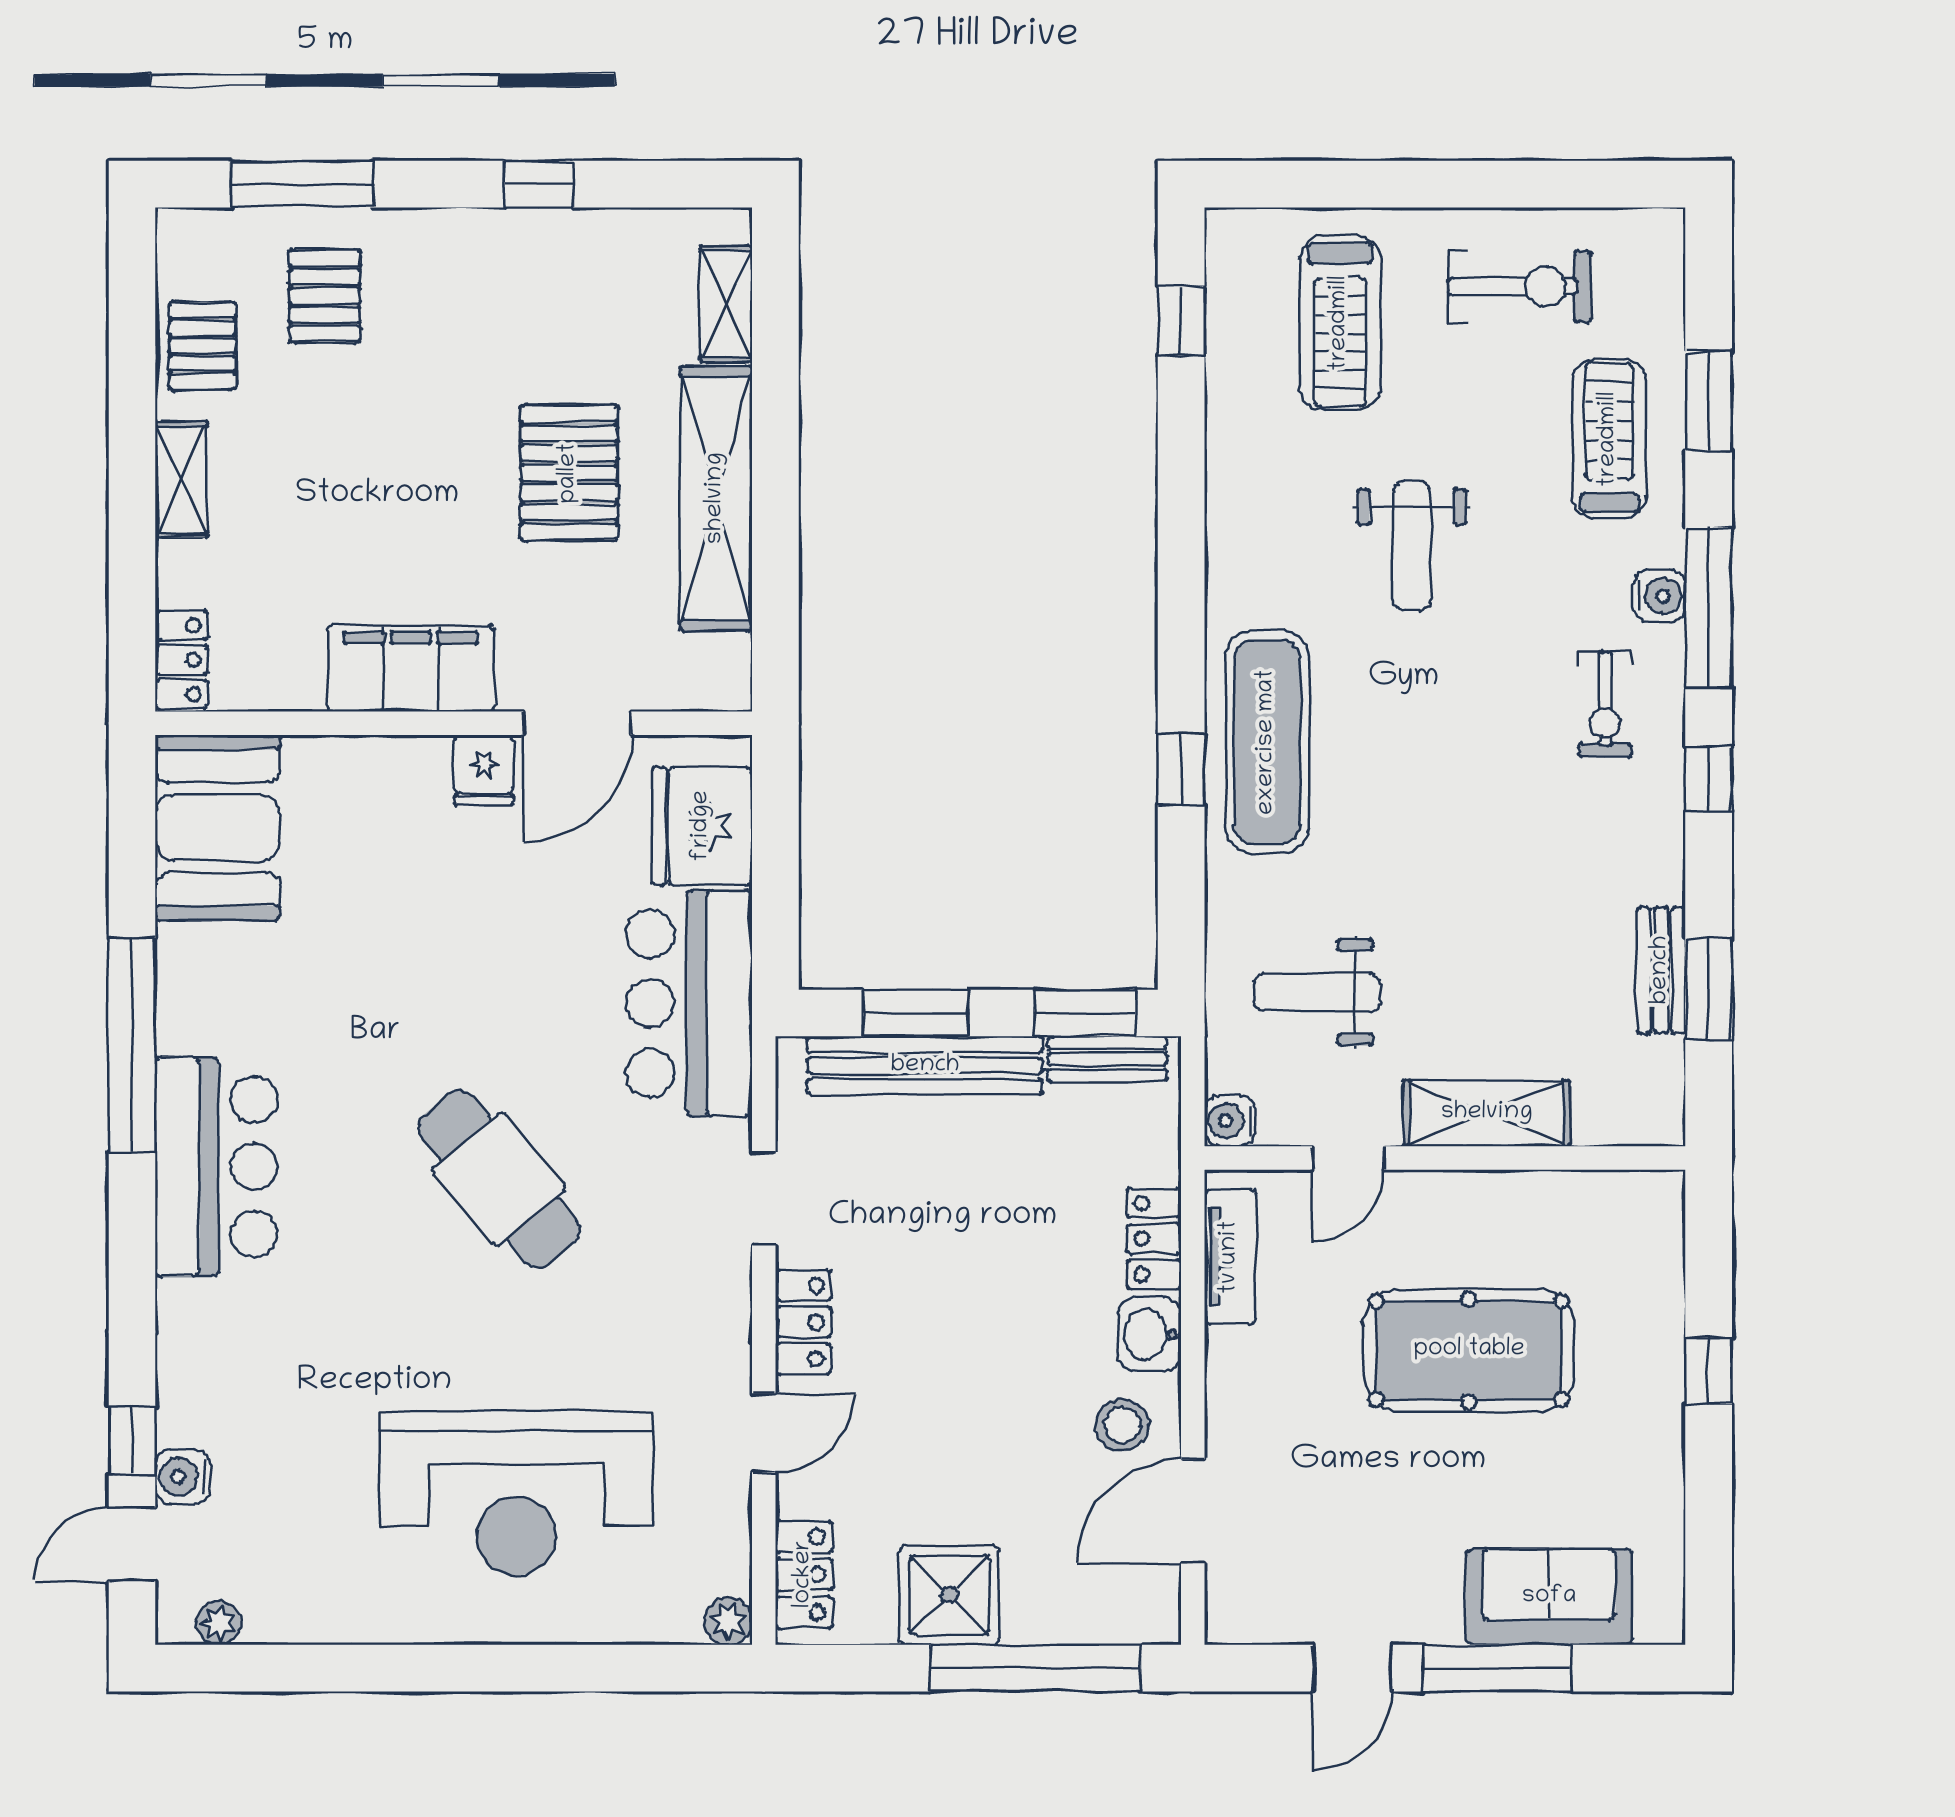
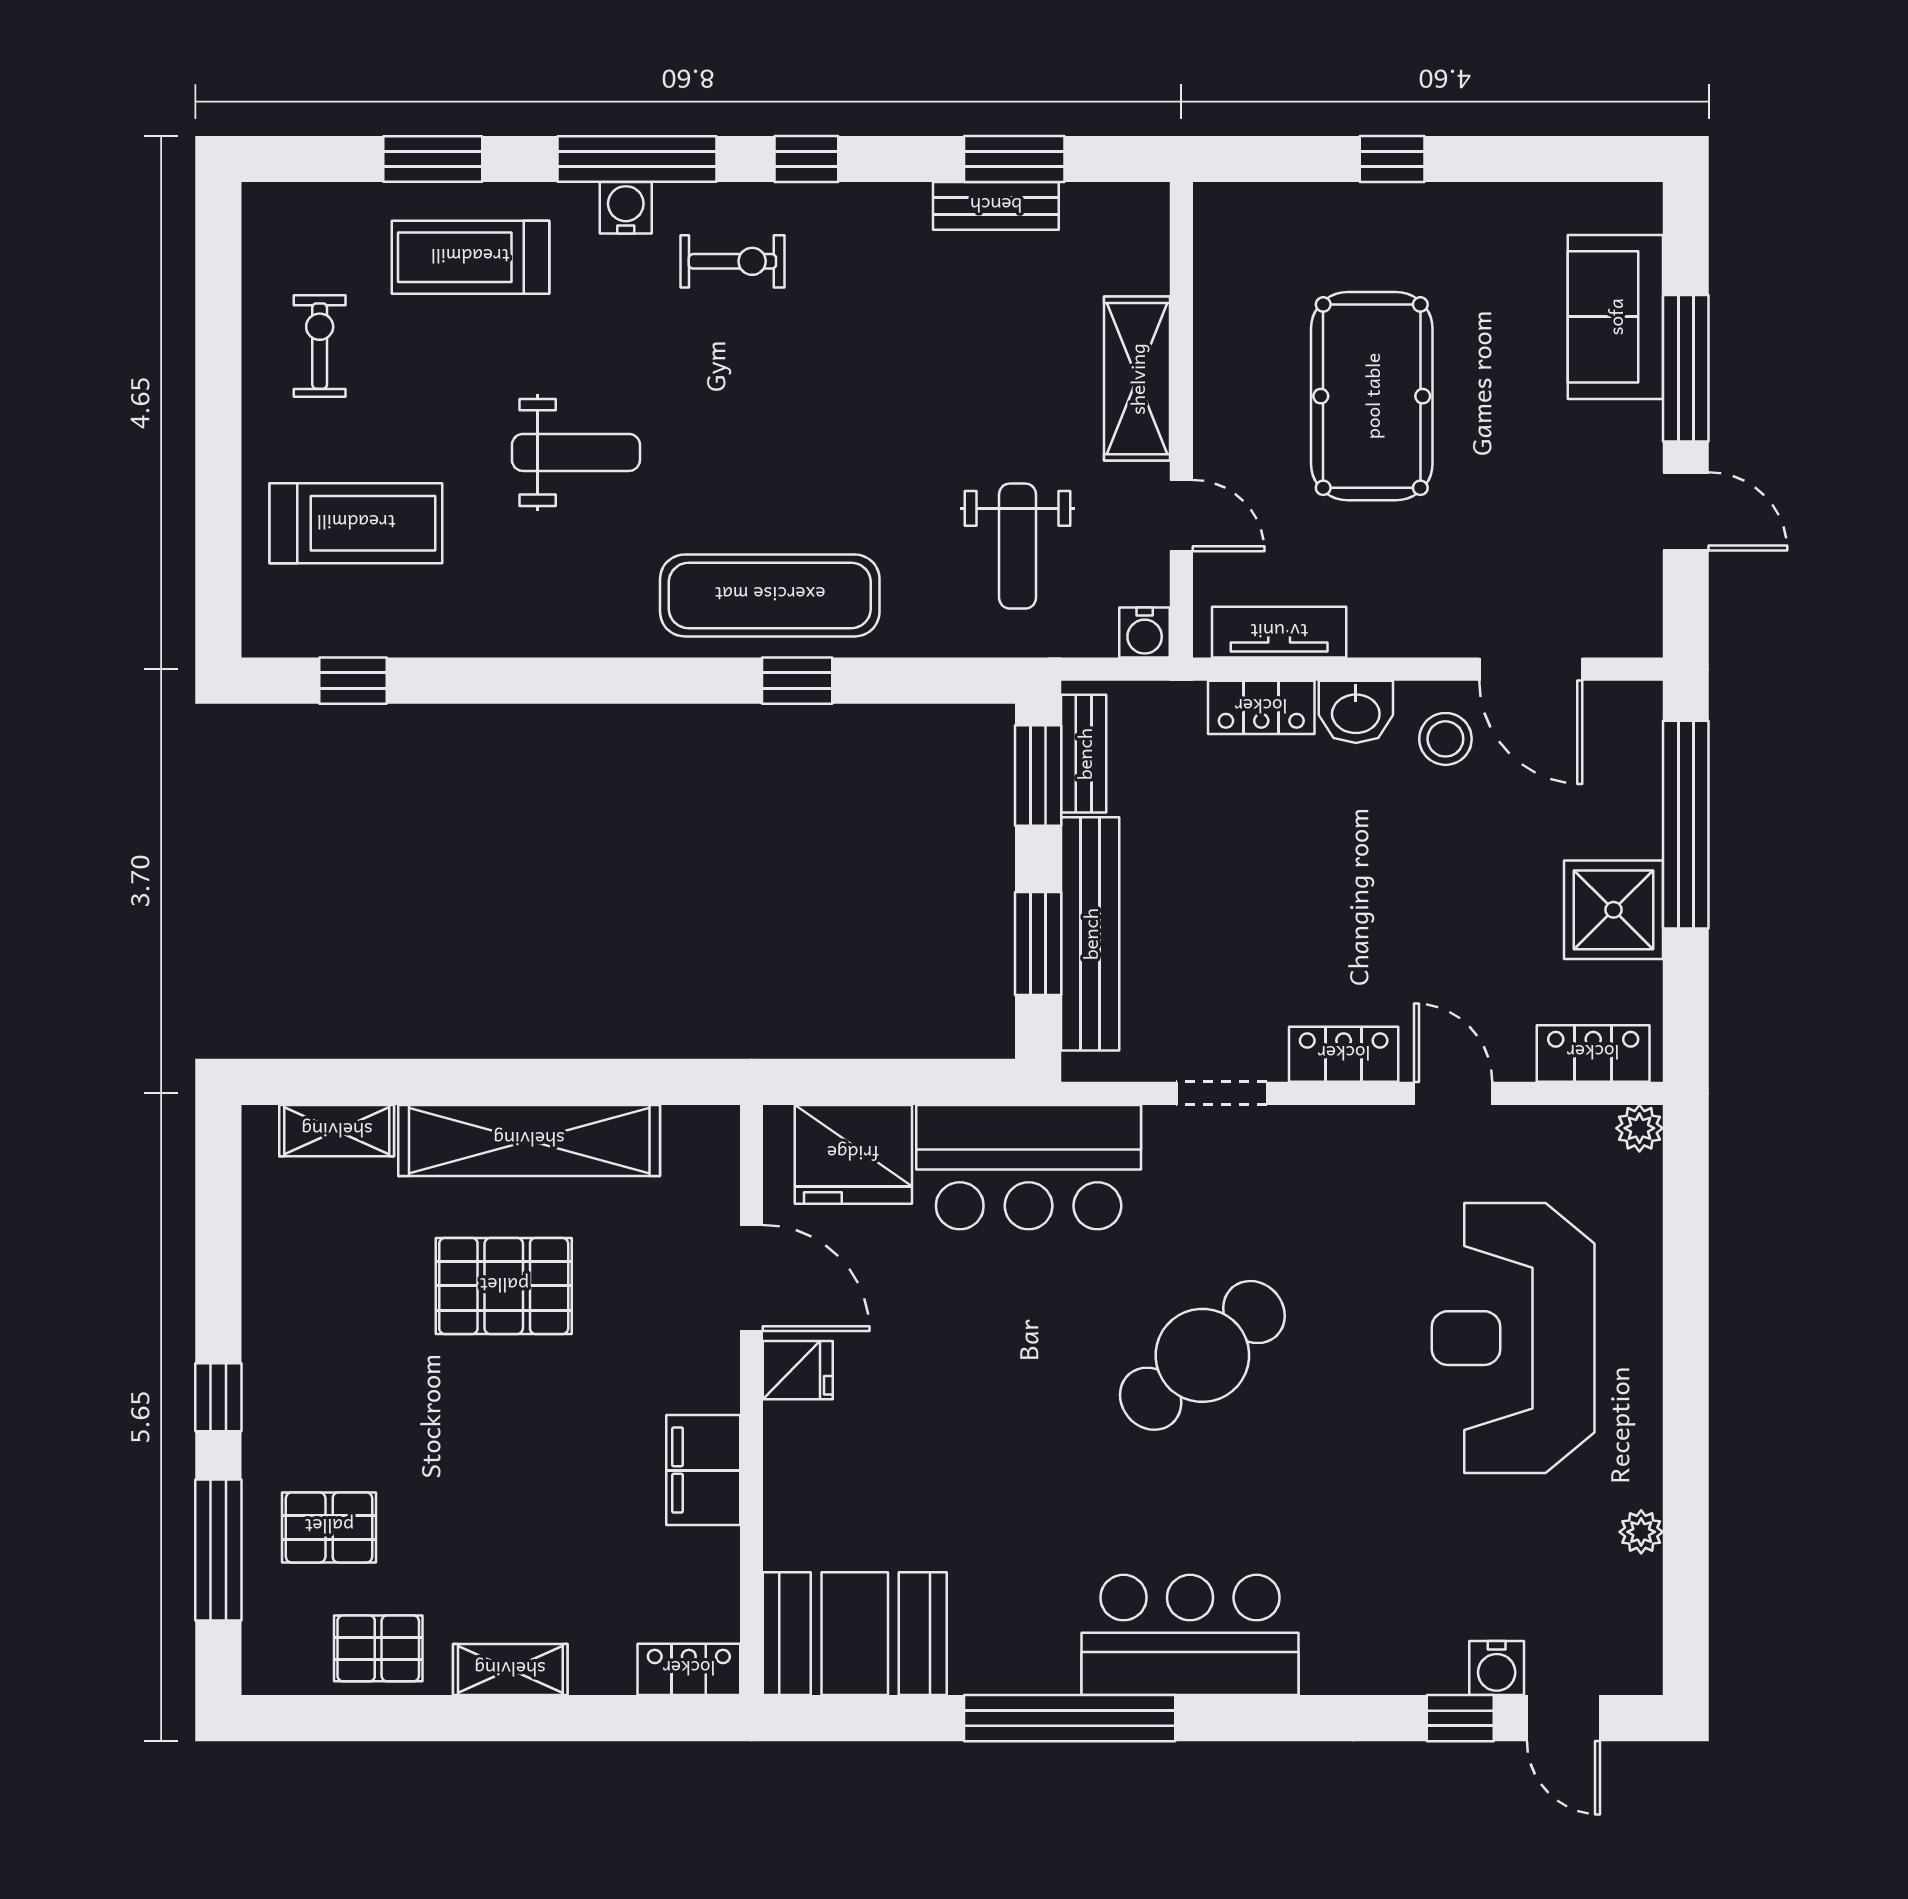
window: (539, 184) -> (218, 1397), moved
exercise bike: (1520, 287) -> (320, 346), width x0.73, depth x0.72
filing cabinet: (411, 668) -> (703, 1470), width x0.67, depth x0.86
reception desk: (516, 1493) -> (1513, 1338), turned 180
plant: (219, 1623) -> (1641, 1532), moved

